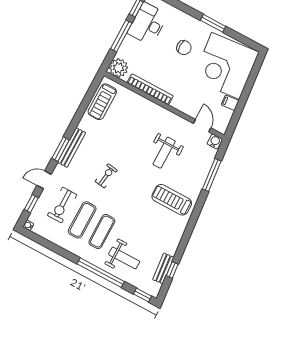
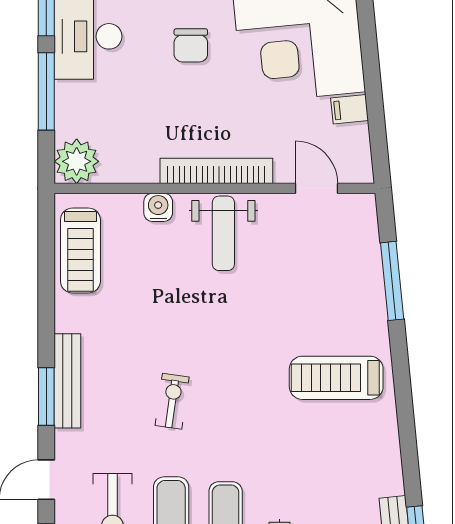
chair: (184, 48) -> (191, 45), turned 90
bookcase: (150, 89) -> (216, 171), moved
water cooler: (215, 141) -> (158, 207), moved
weight bench: (164, 153) -> (223, 233), moved

